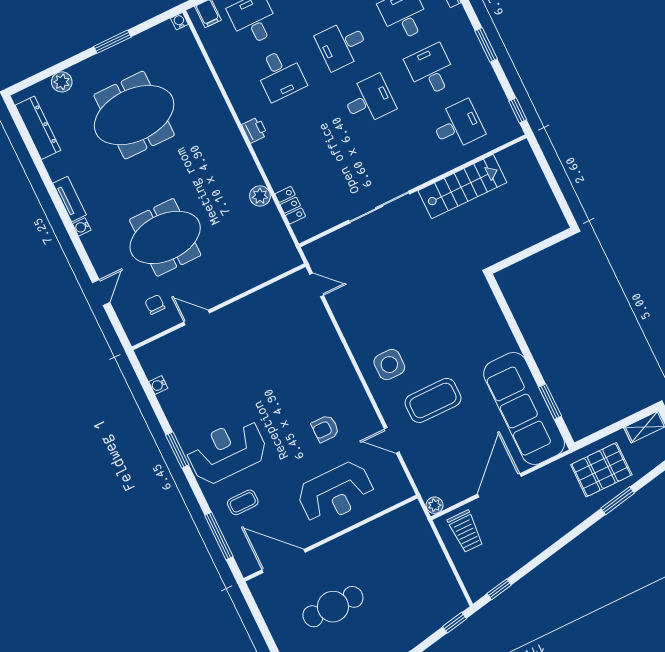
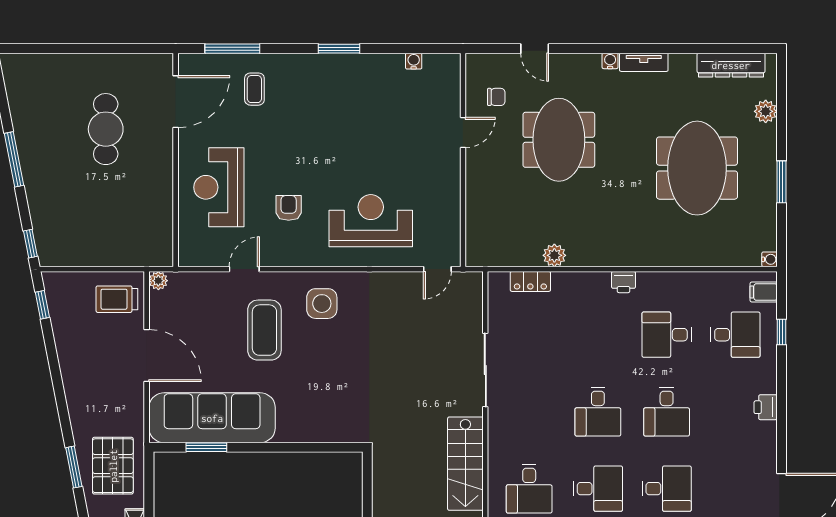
desk: (342, 45) -> (667, 412), turned 180
reception desk: (227, 451) -> (371, 221), moved, turned -90

